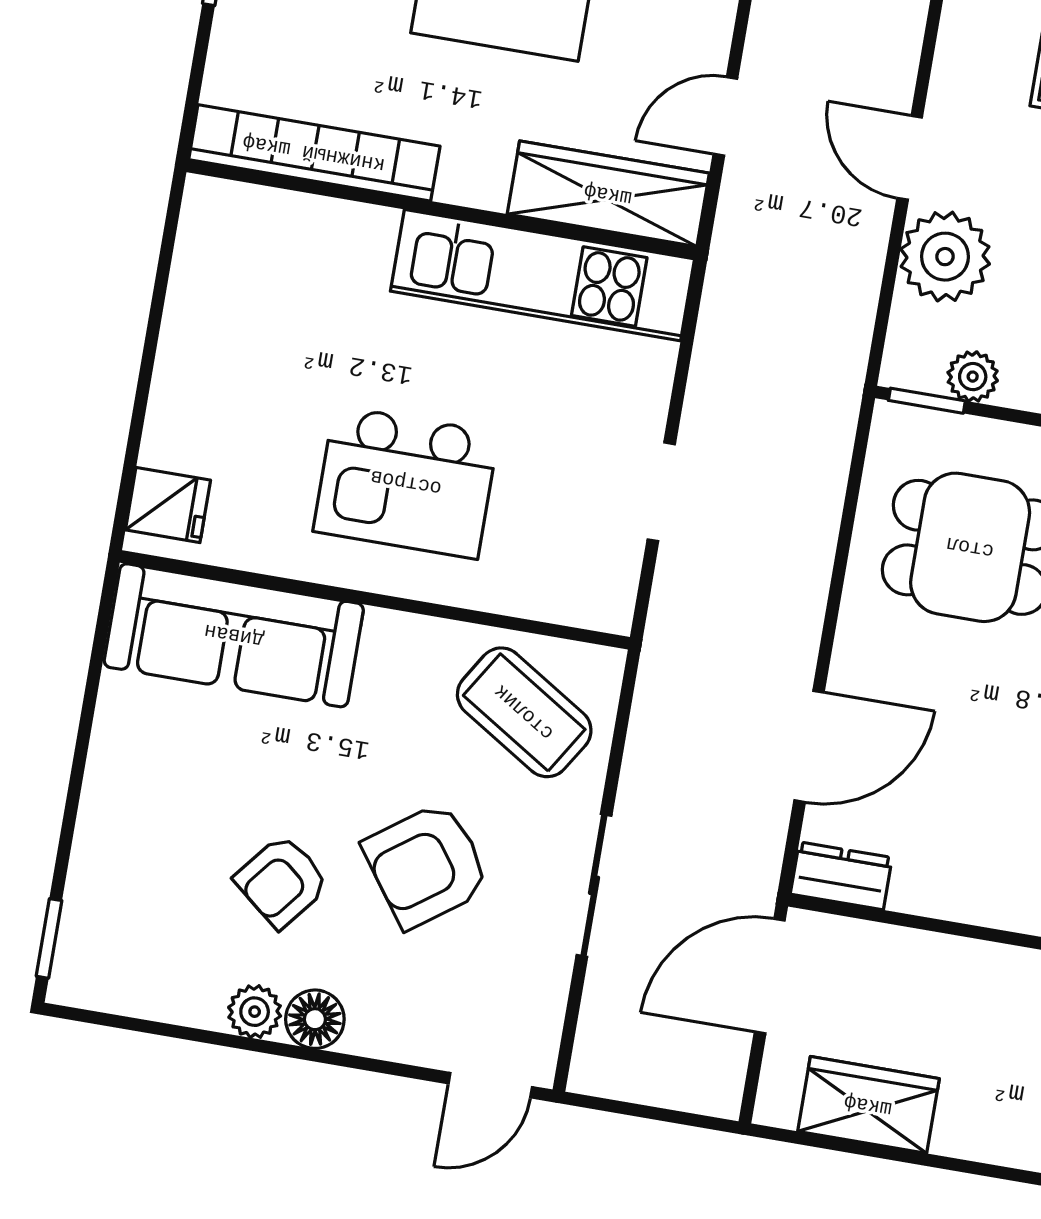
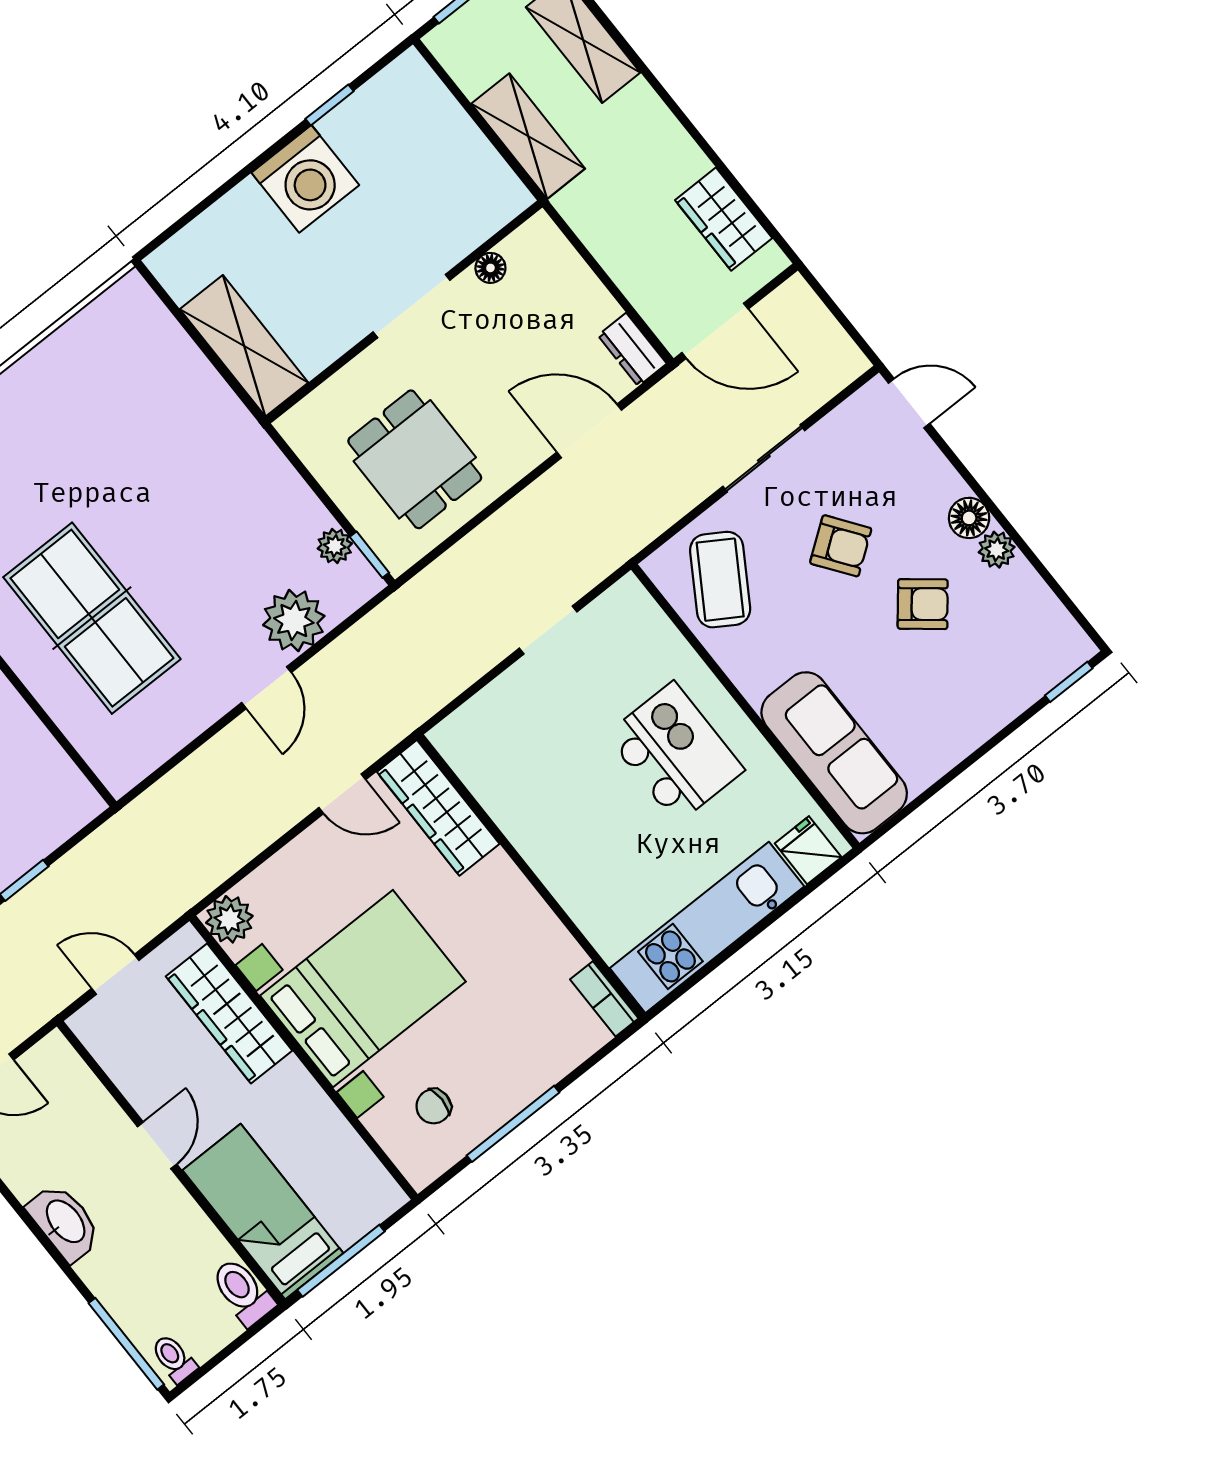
bookcase: (314, 153) -> (604, 999), width x0.43, depth x0.76
kitchen unit: (543, 275) -> (707, 927), moved, turned -90
armchair: (427, 865) -> (841, 546), width x0.72, depth x0.72

